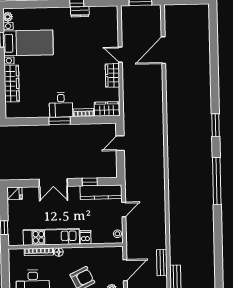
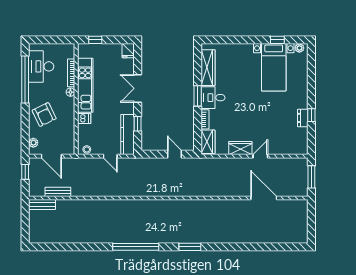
wardrobe: (12, 84) -> (208, 68), moved, turned -90

